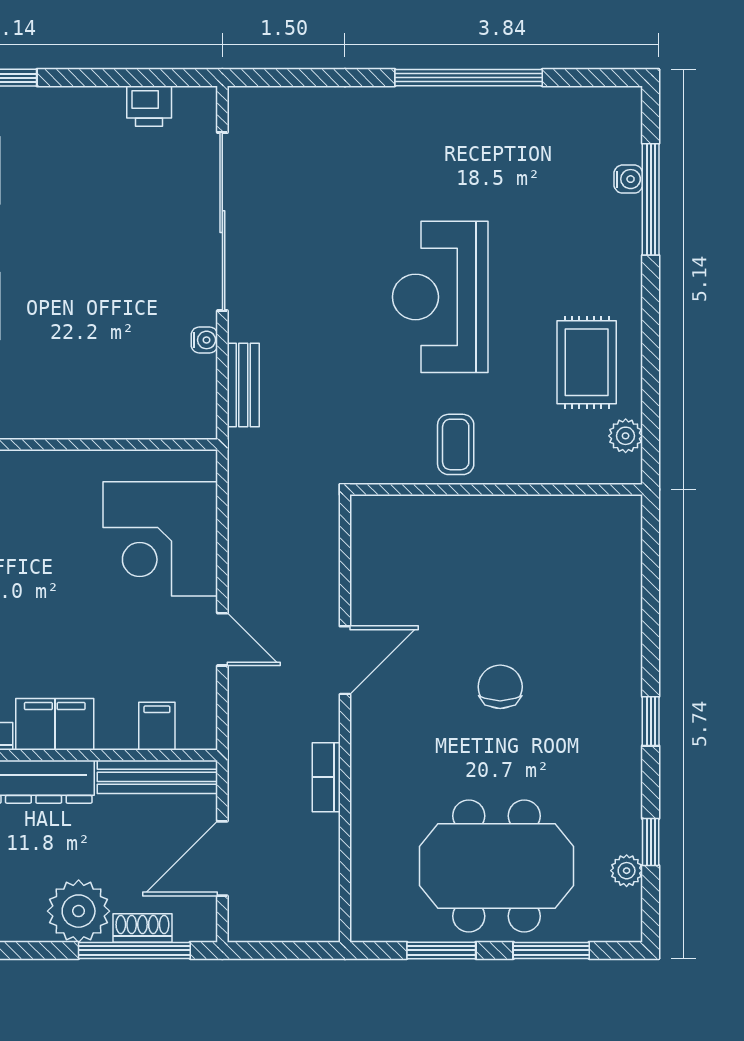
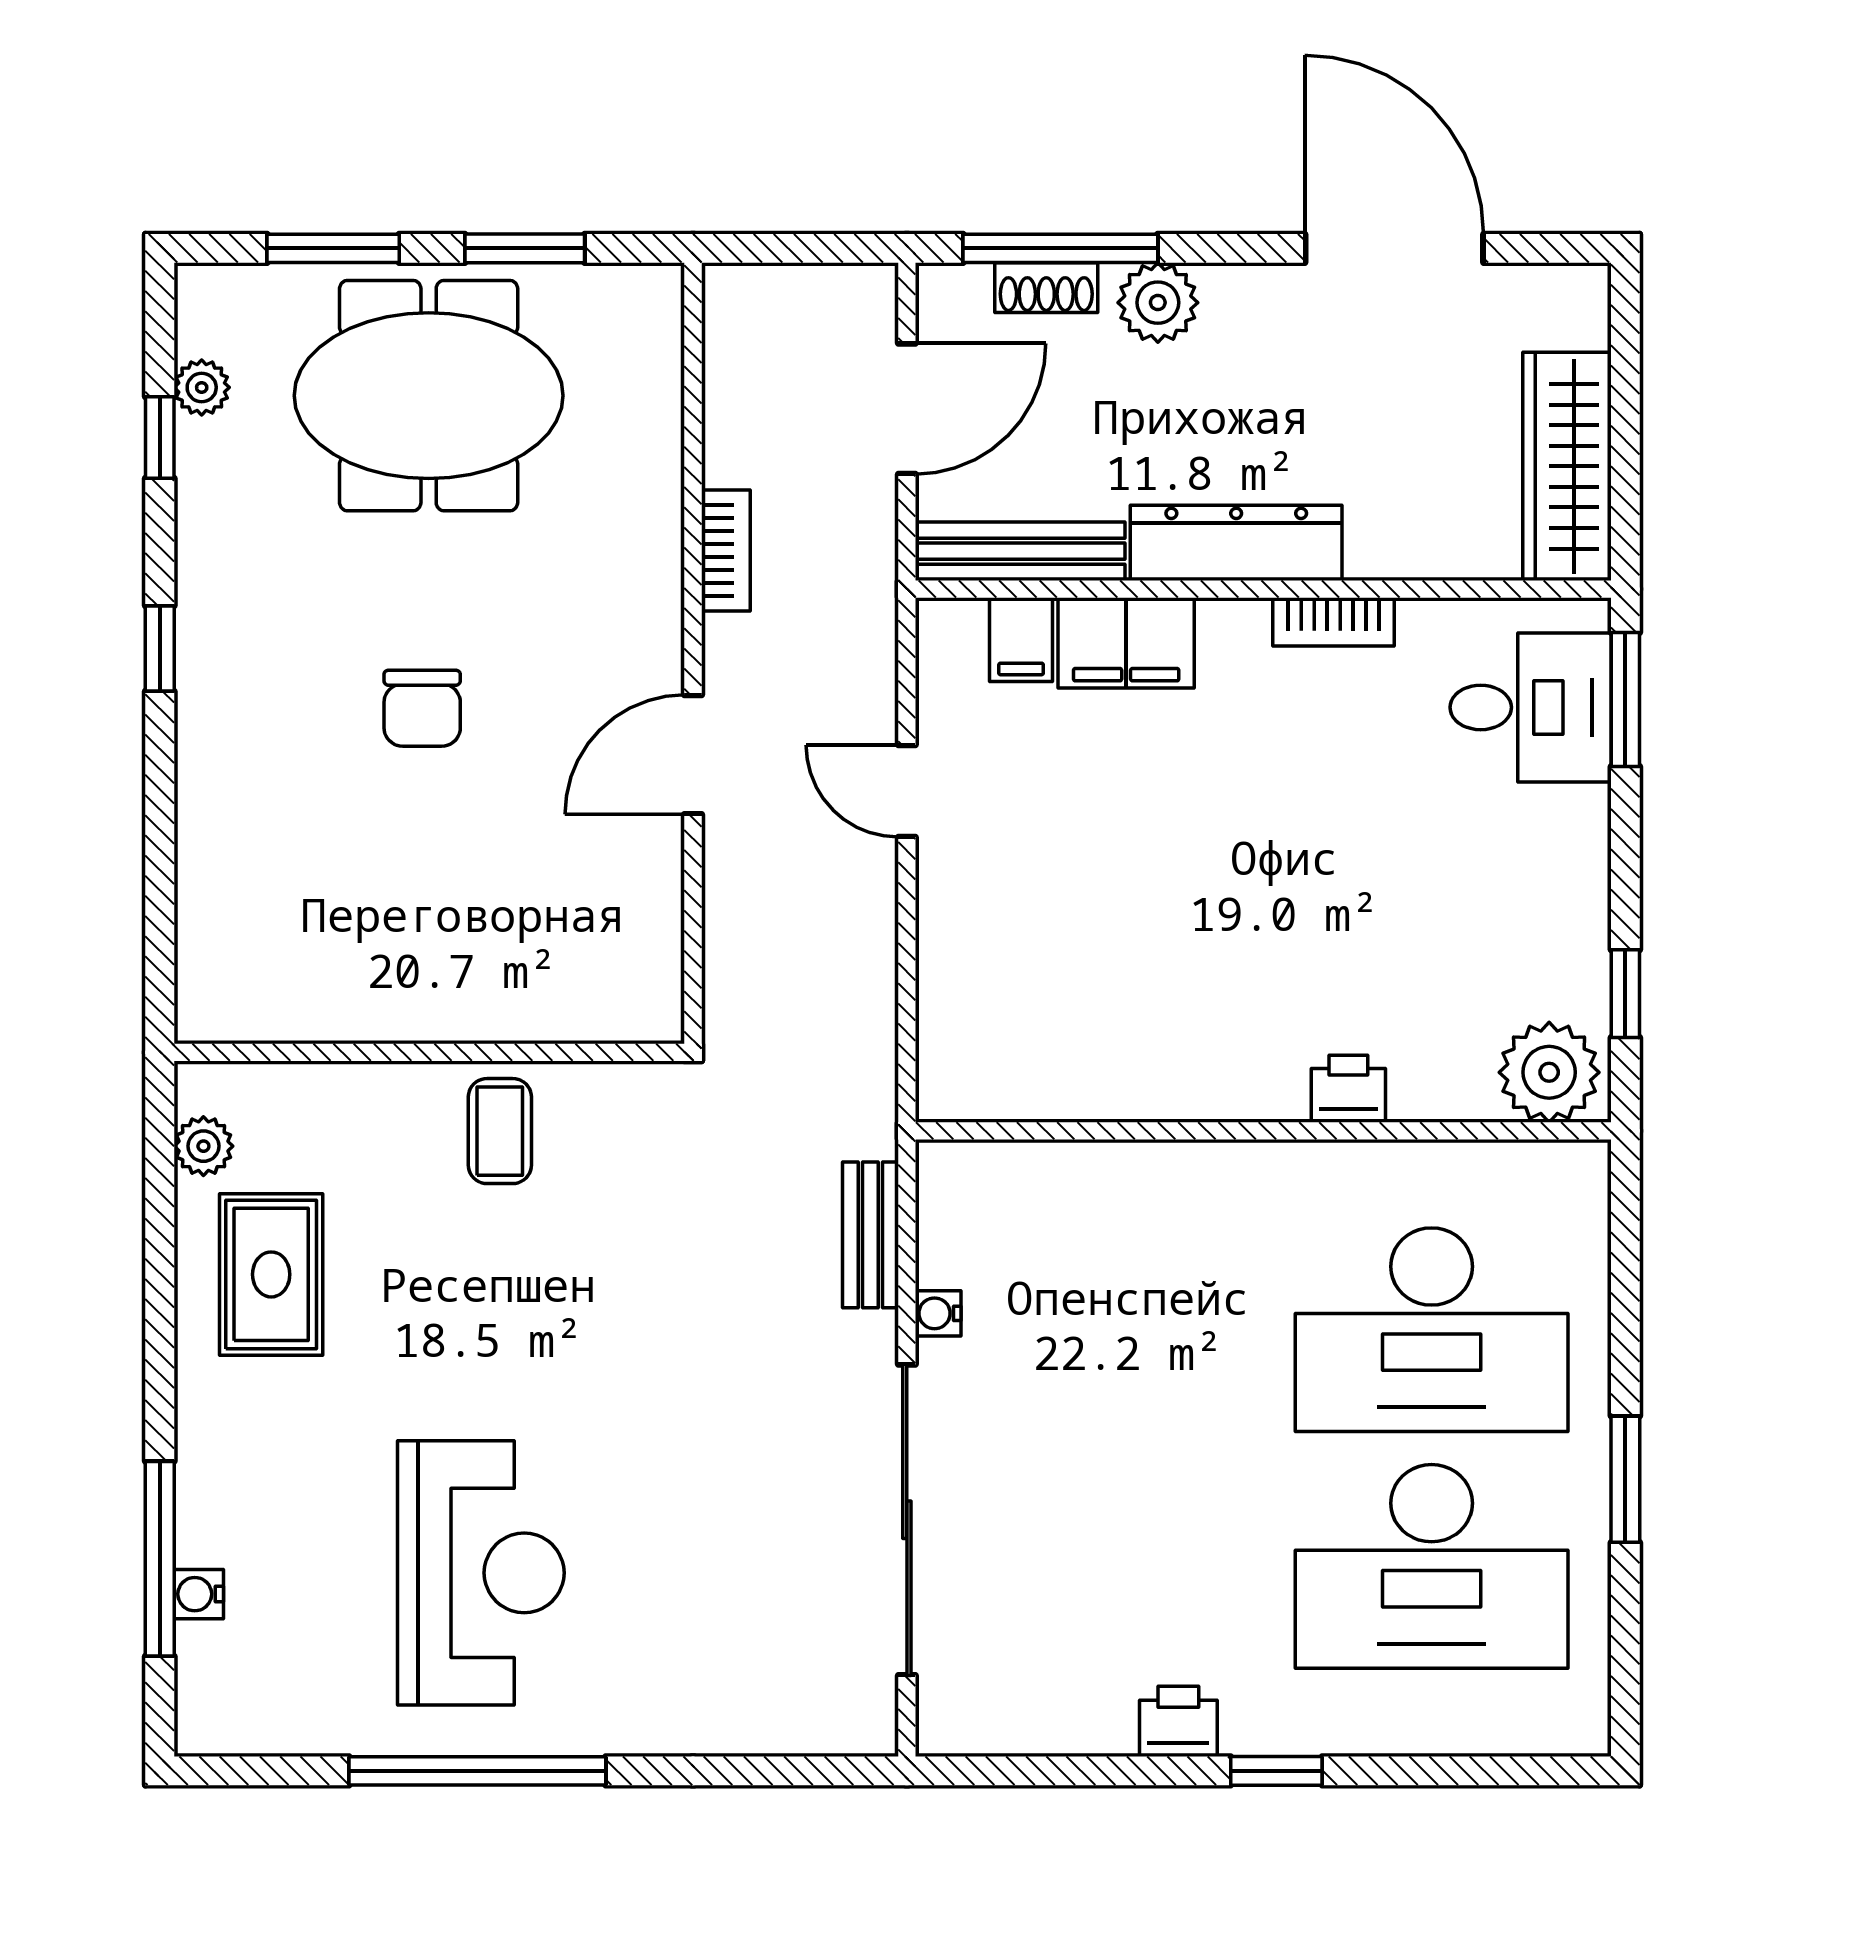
printer: (149, 106) -> (1178, 1721), moved
reception desk: (440, 297) -> (481, 1573), moved
corner desk: (160, 539) -> (1015, 966), removed
filing cabinet: (55, 724) -> (1126, 643), moved
plant: (79, 911) -> (1158, 303), width x0.73, depth x0.73

